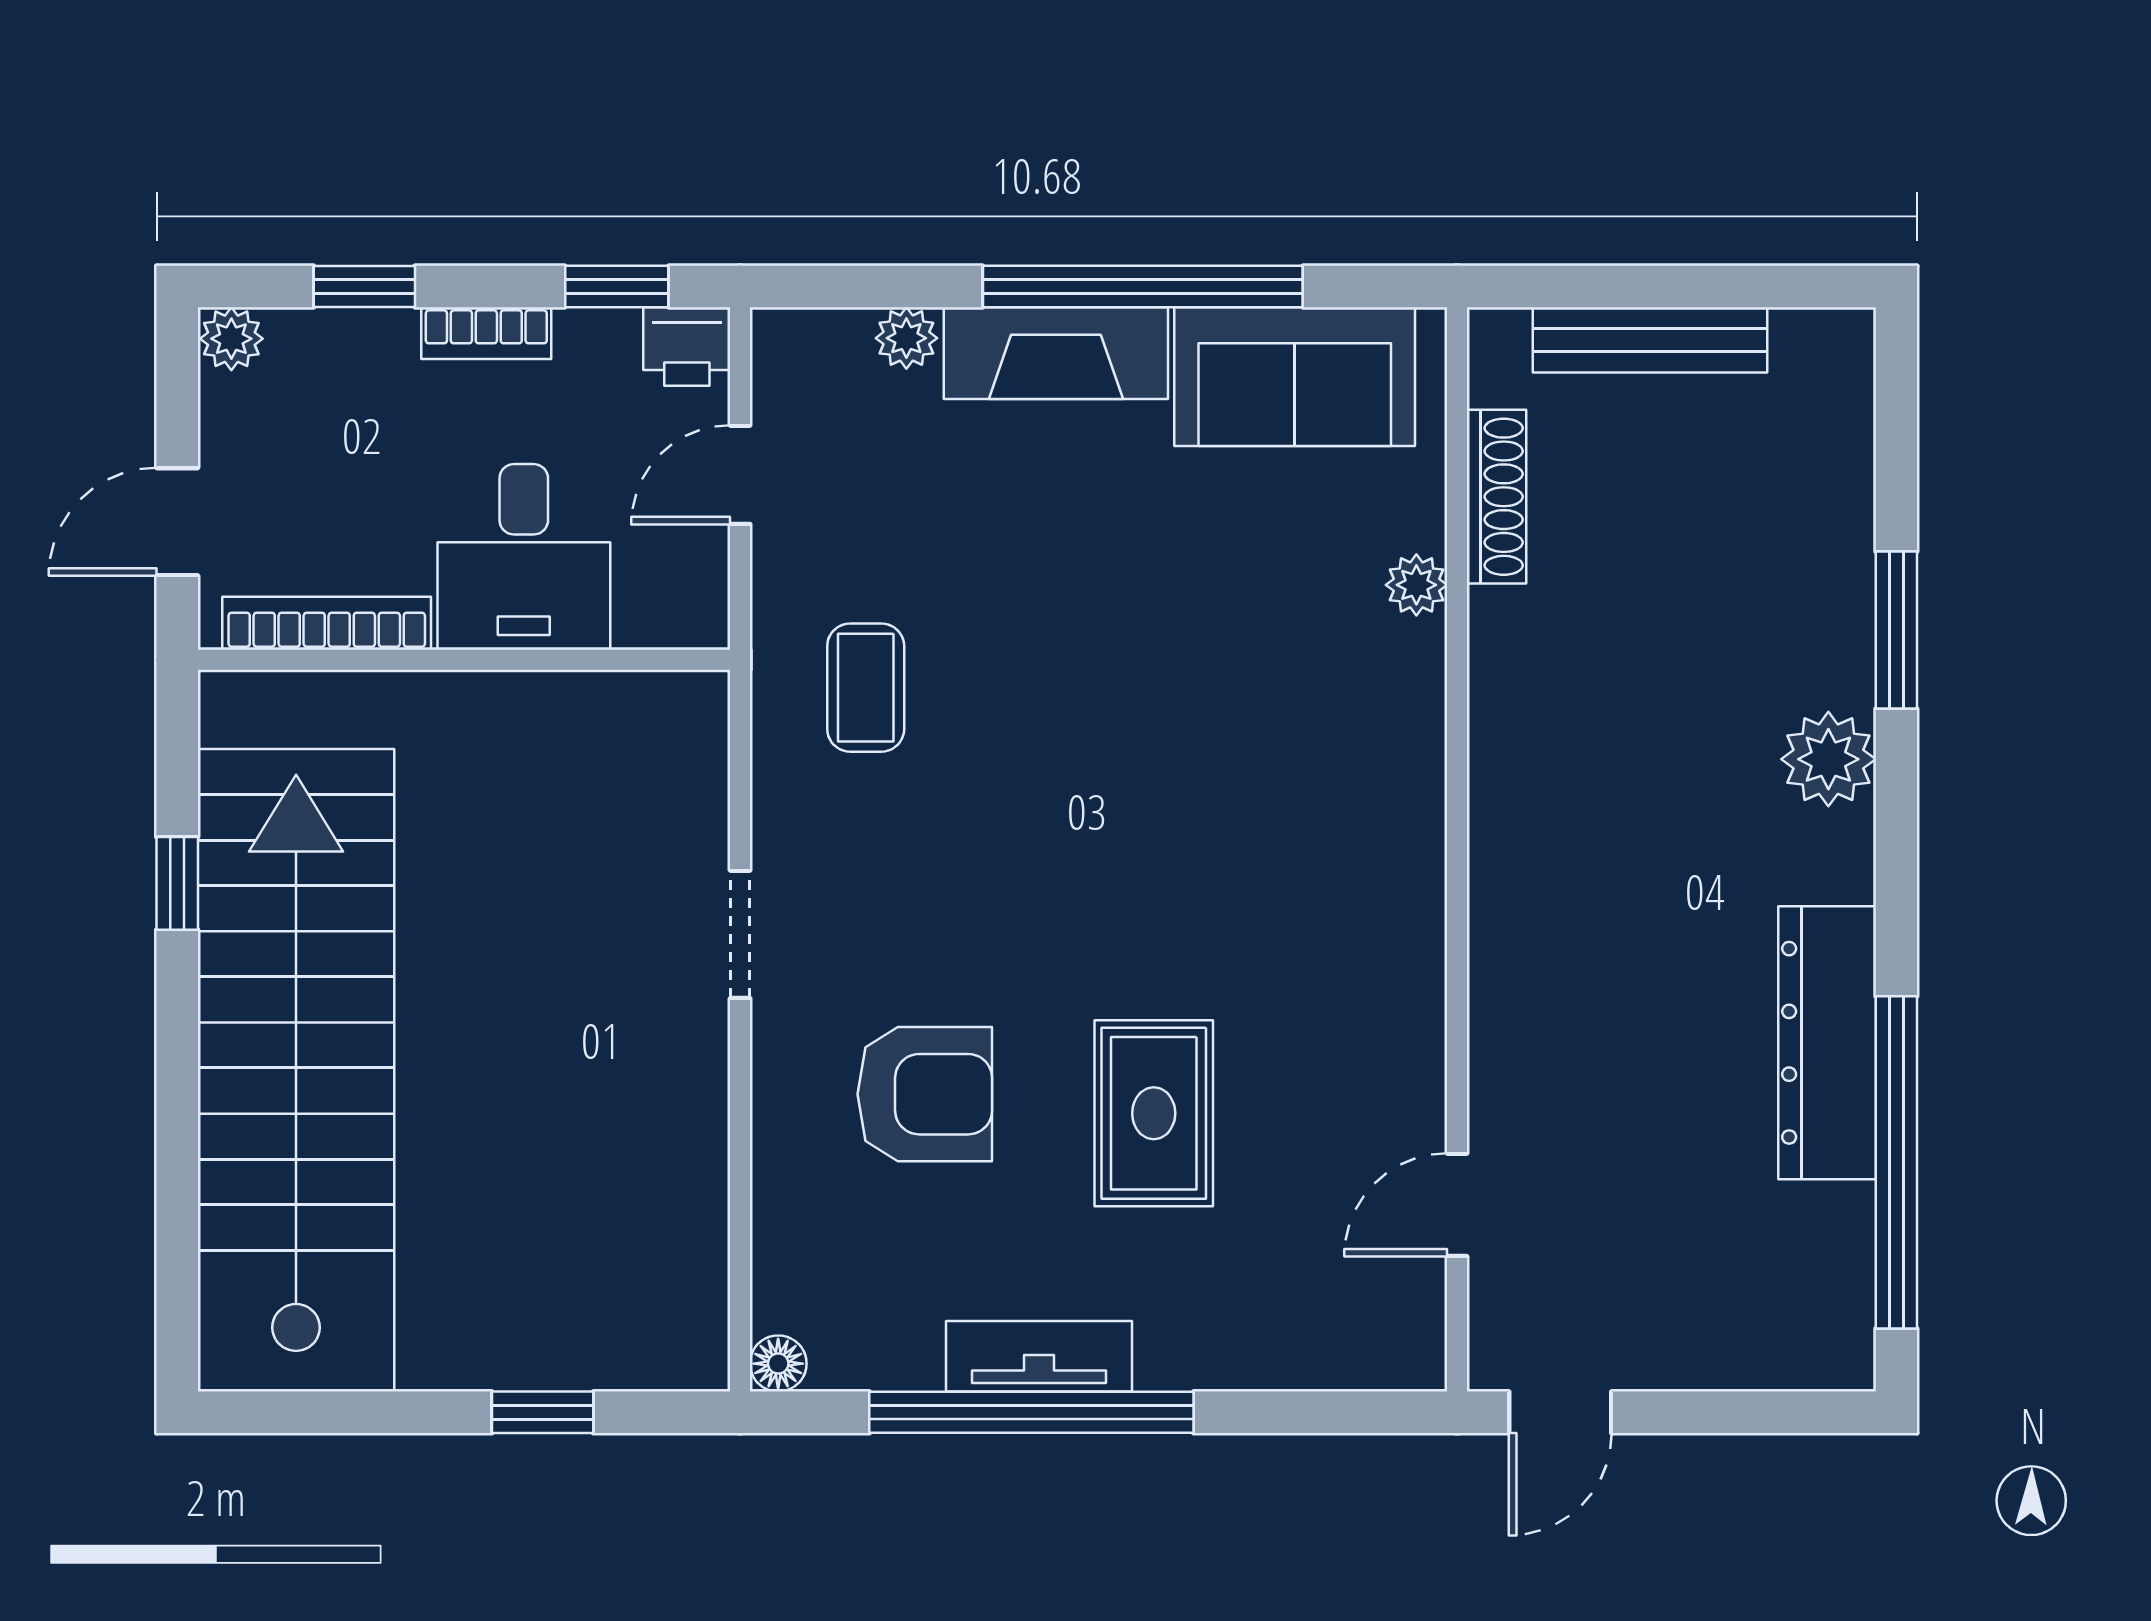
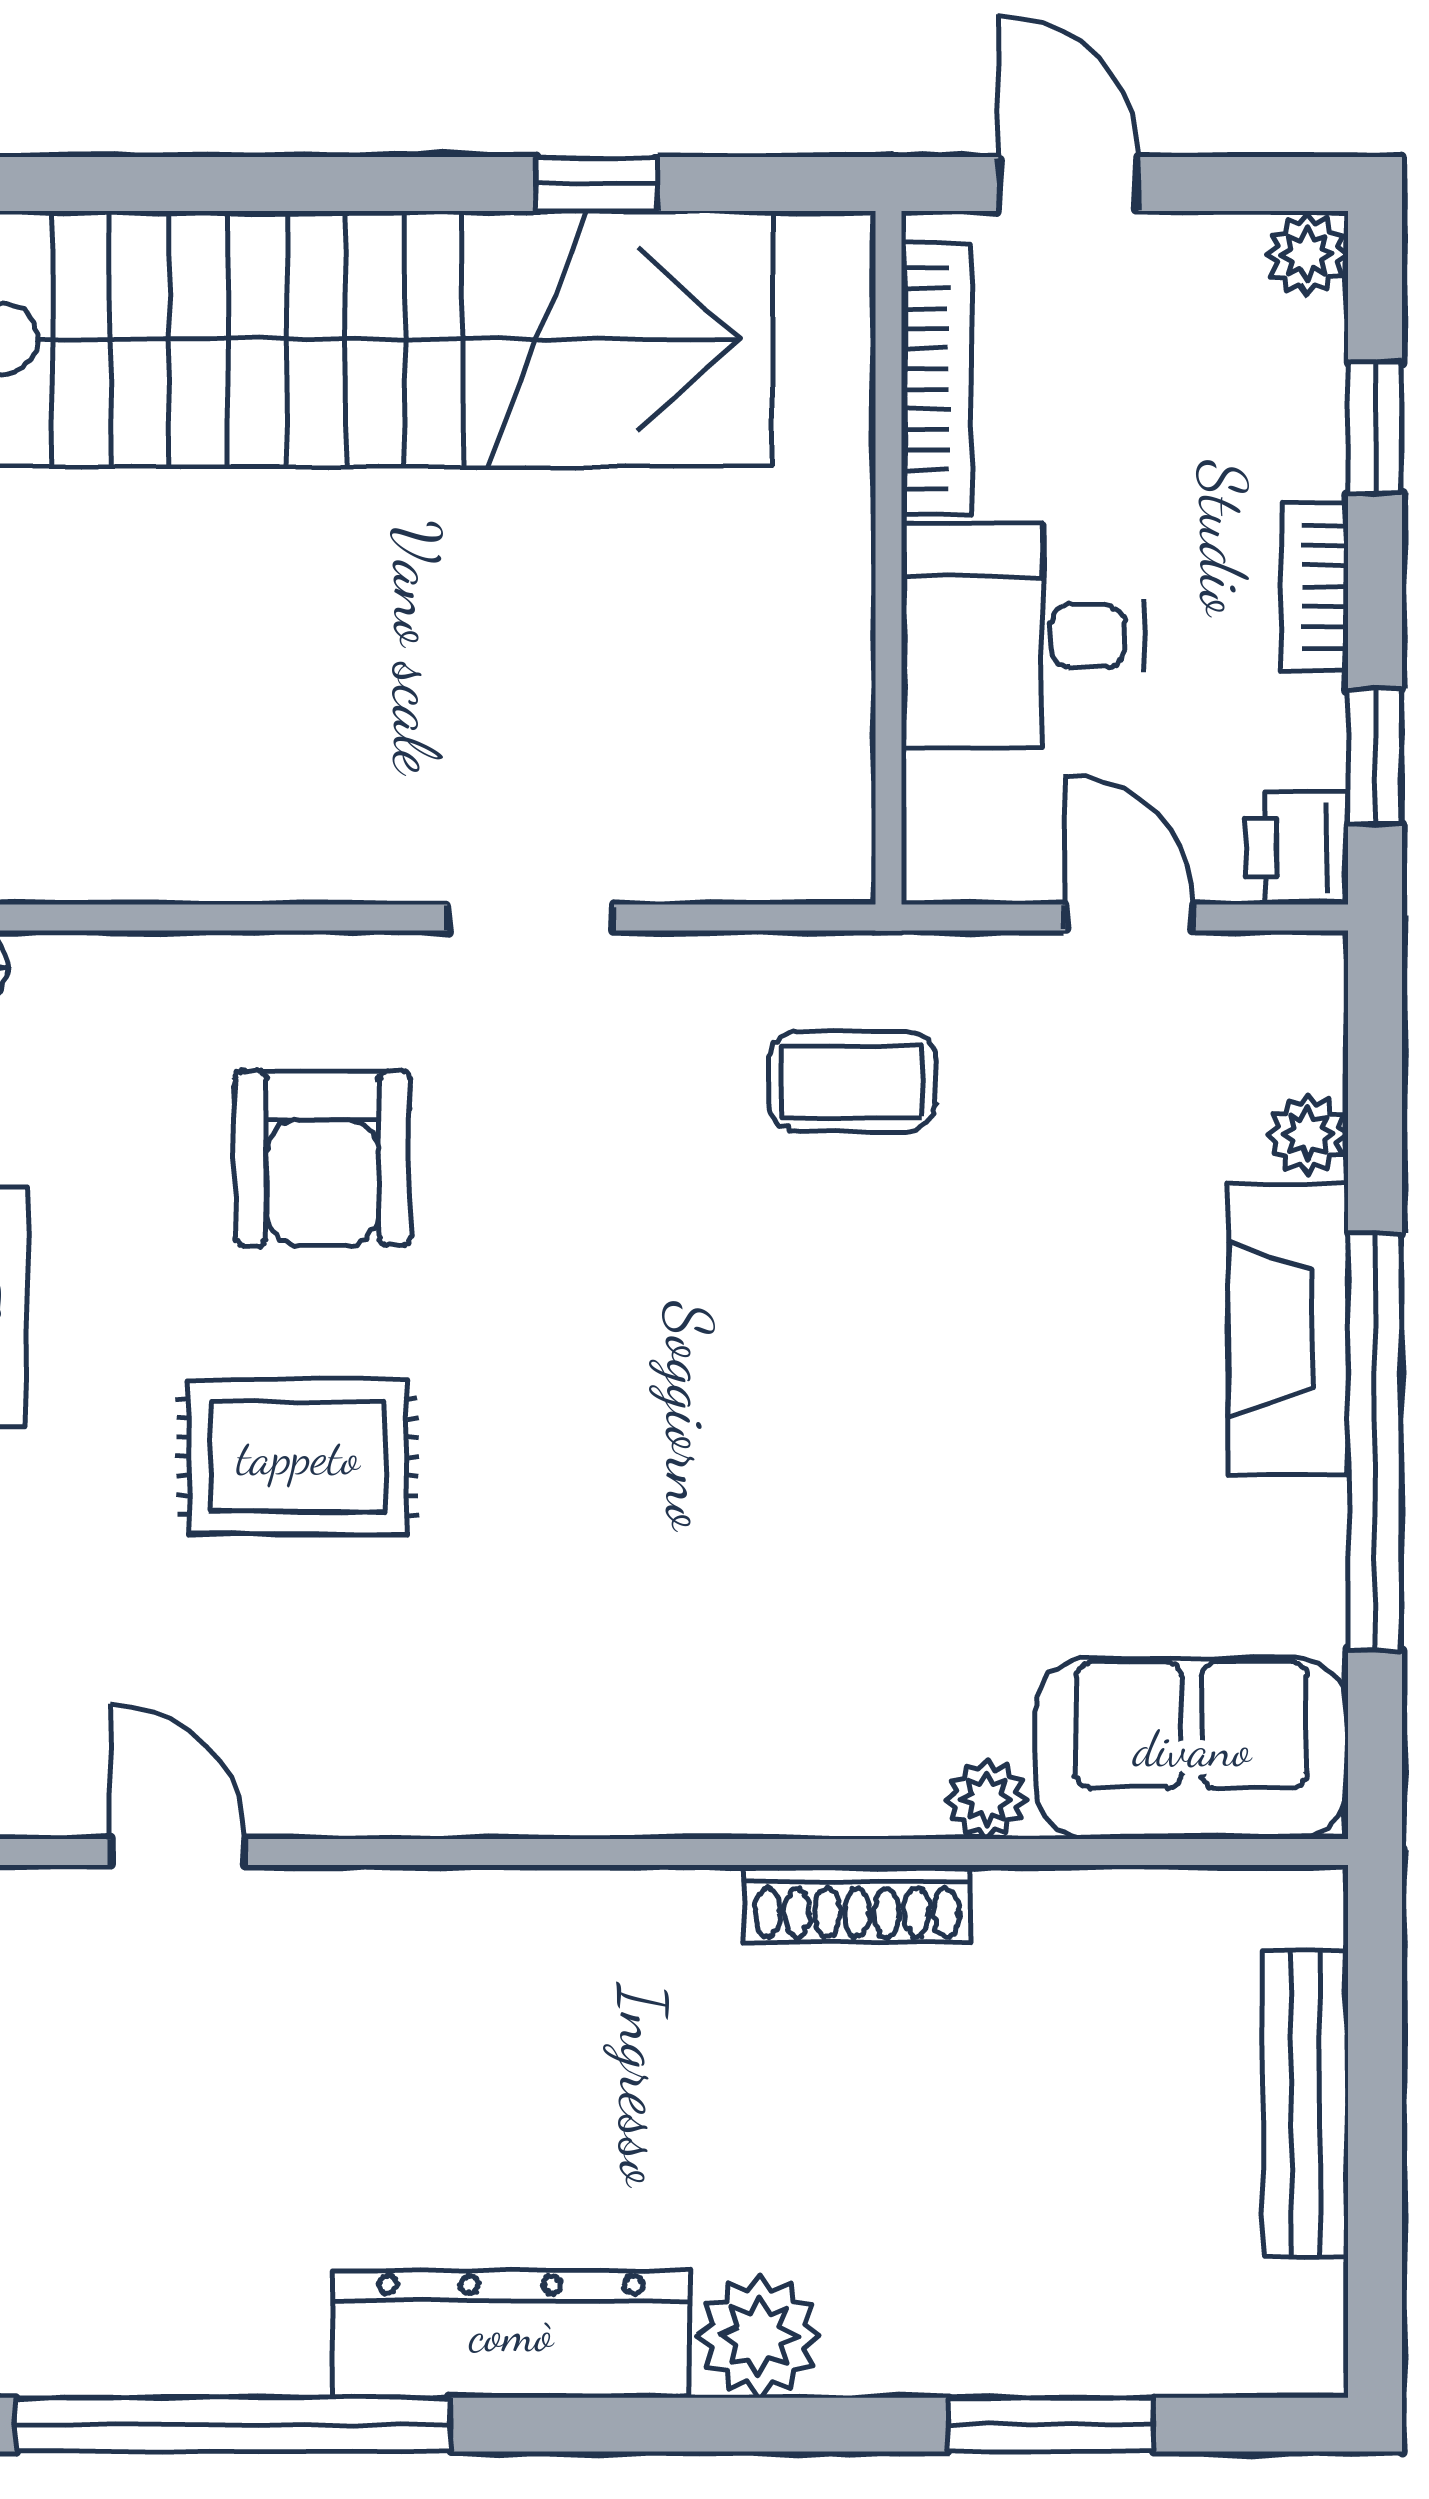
sofa: (1295, 377) -> (1192, 1749), moved, turned 90
shoe rack: (1497, 497) -> (857, 1904), moved
window: (1896, 630) -> (1051, 2425), moved
dresser: (1827, 1043) -> (511, 2334), moved

